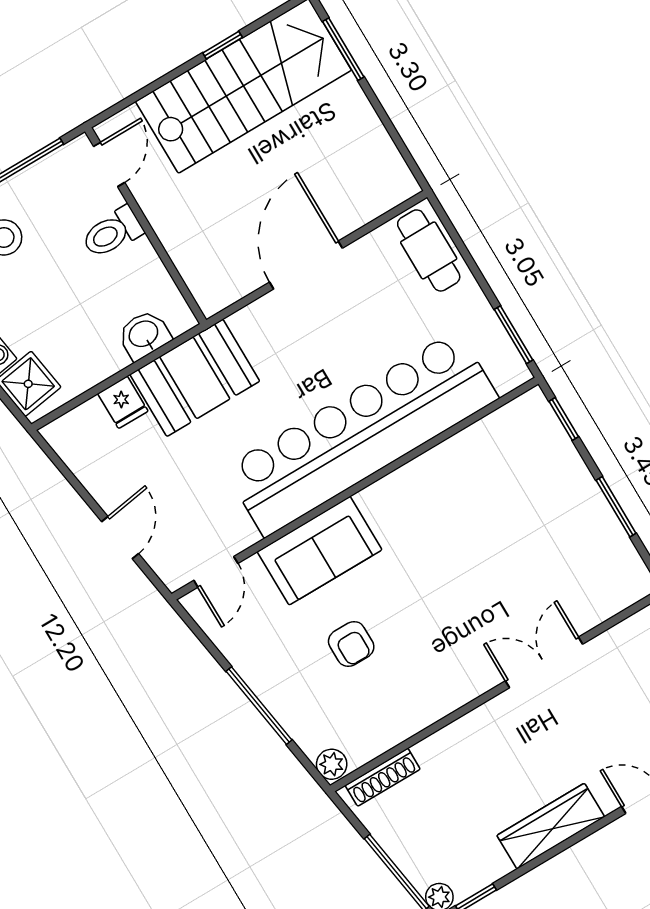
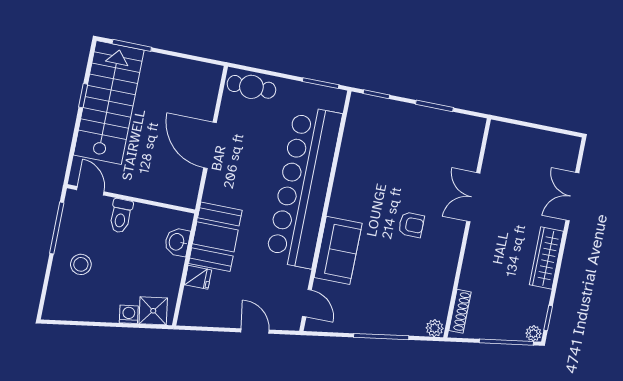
armchair: (351, 644) -> (411, 225), moved

